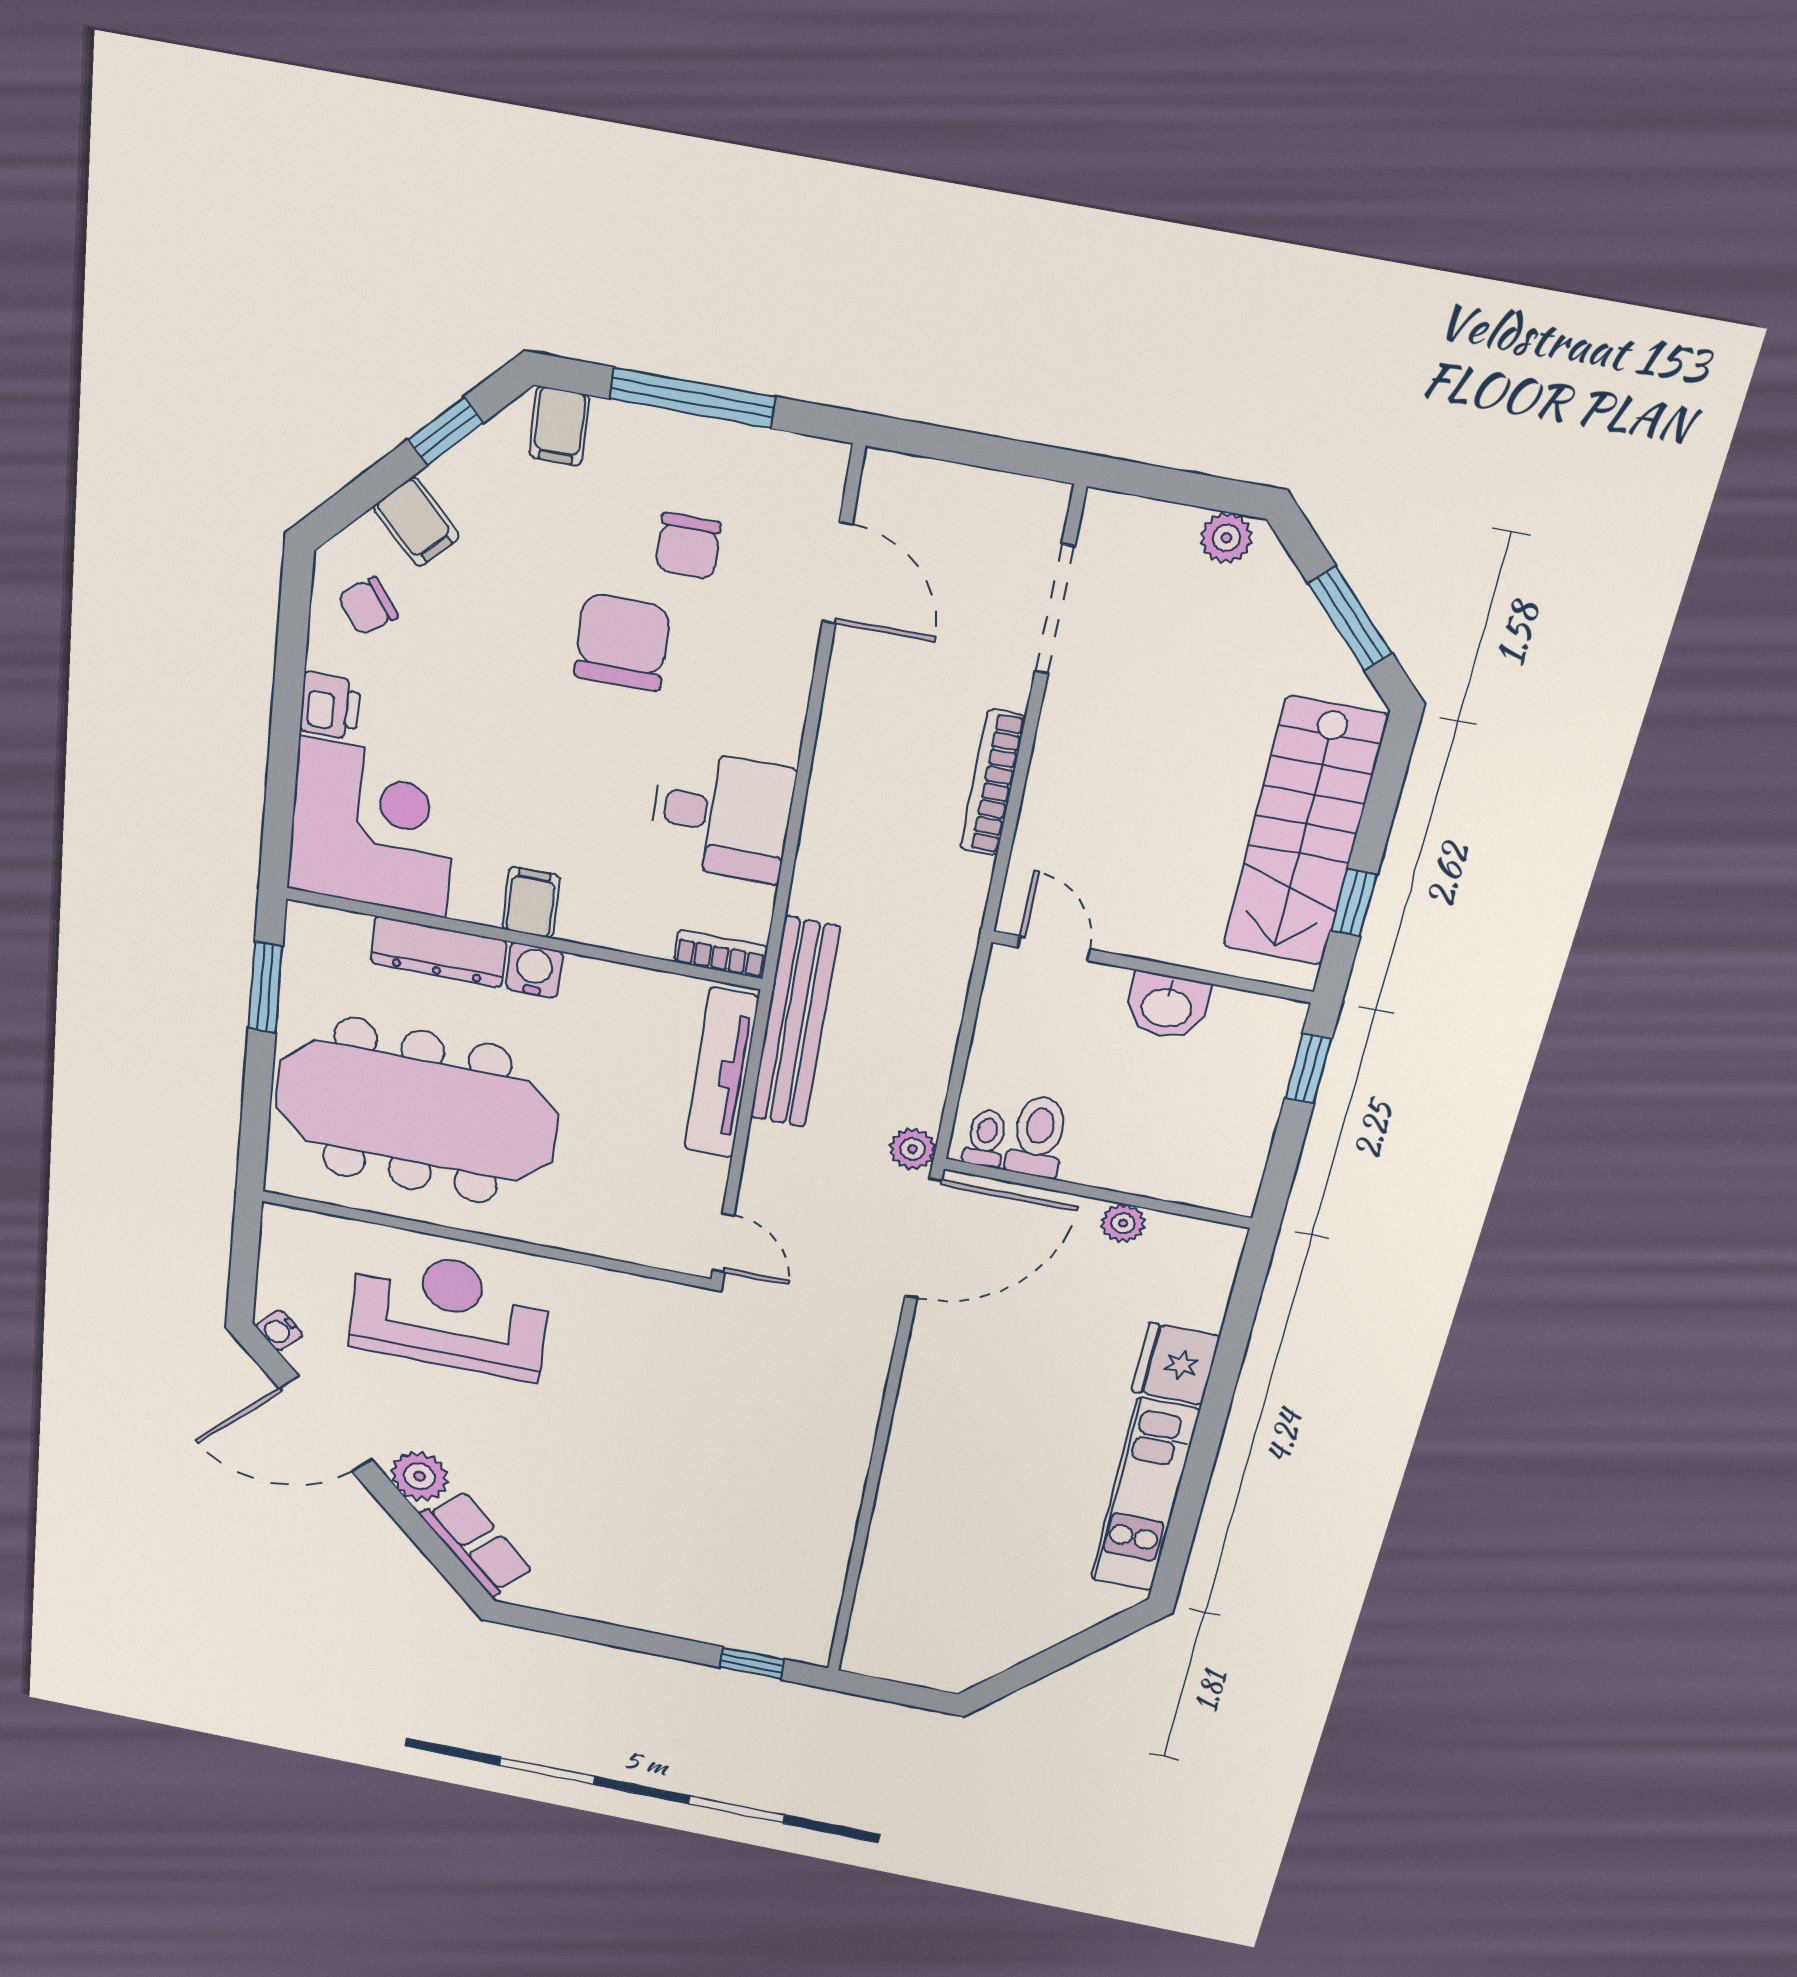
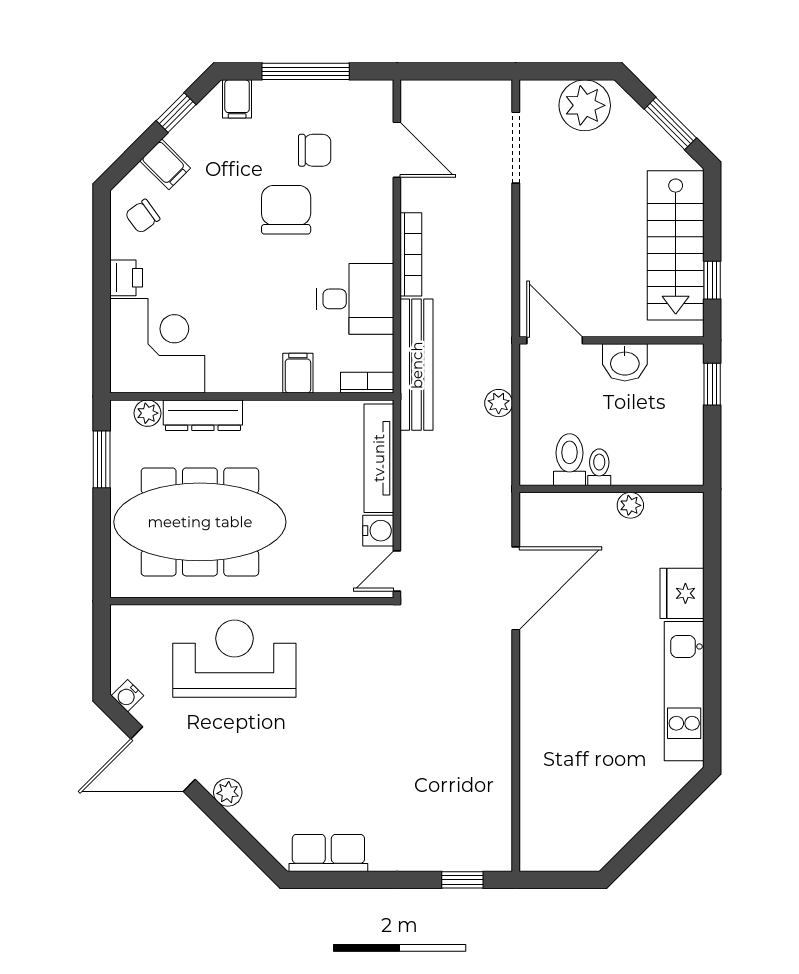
plant: (1226, 538) -> (585, 105), width x1.88, depth x1.88
chair: (688, 546) -> (315, 150), turned -90
bookcase: (993, 783) -> (411, 254), moved, turned 180
filing cabinet: (531, 902) -> (298, 373), moved
plant: (347, 931) -> (147, 413), added
door: (1054, 948) -> (555, 340), width x1.38
water cooler: (534, 970) -> (378, 531), moved, turned 90
bench: (795, 1023) -> (417, 365), moved
toilet: (986, 1138) -> (599, 467), moved
plant: (913, 1149) -> (499, 403), moved
door: (923, 1239) -> (516, 588), moved
door: (723, 1243) -> (397, 571), swing flipped
plant: (420, 1476) -> (228, 792), width x0.73, depth x0.73
row of seats: (477, 1544) -> (328, 853), moved, turned -45

